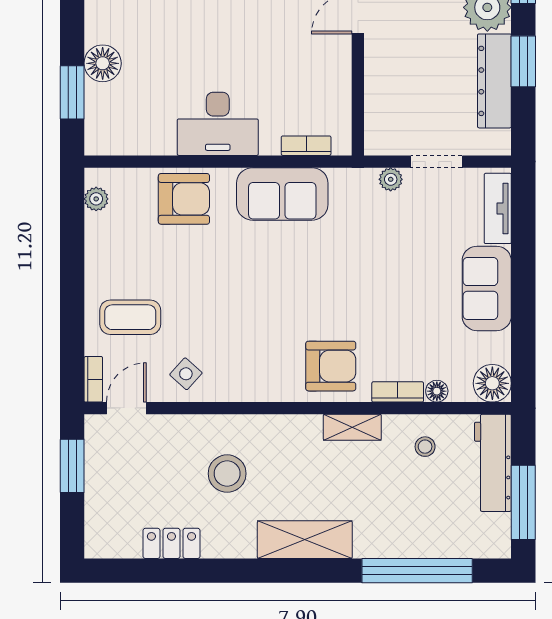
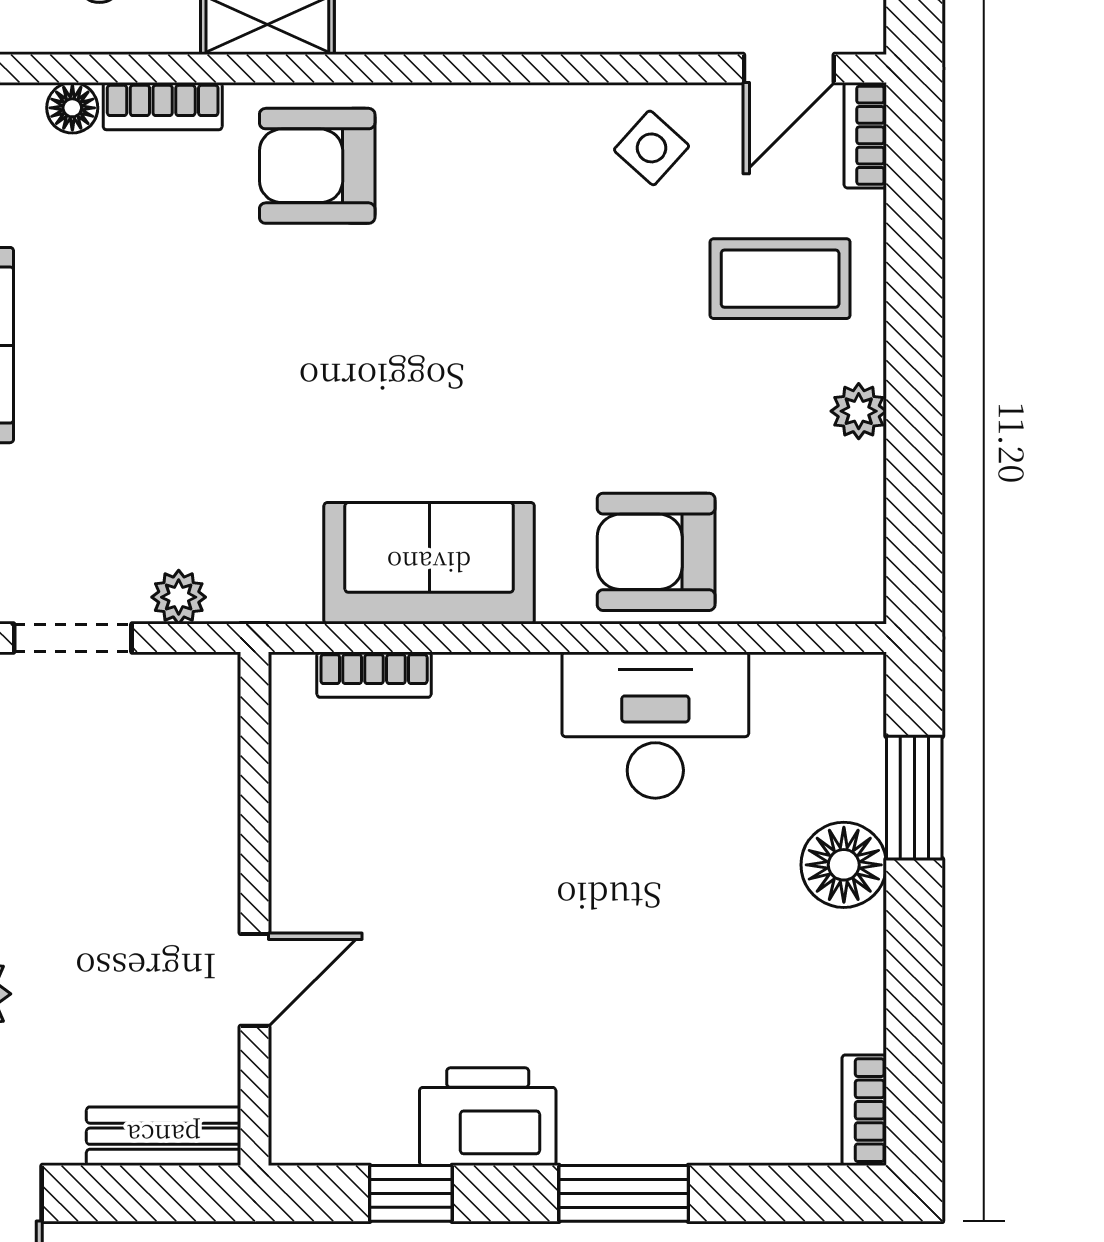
desk: (218, 124) -> (655, 725), moved
plant: (96, 199) -> (859, 411), moved

